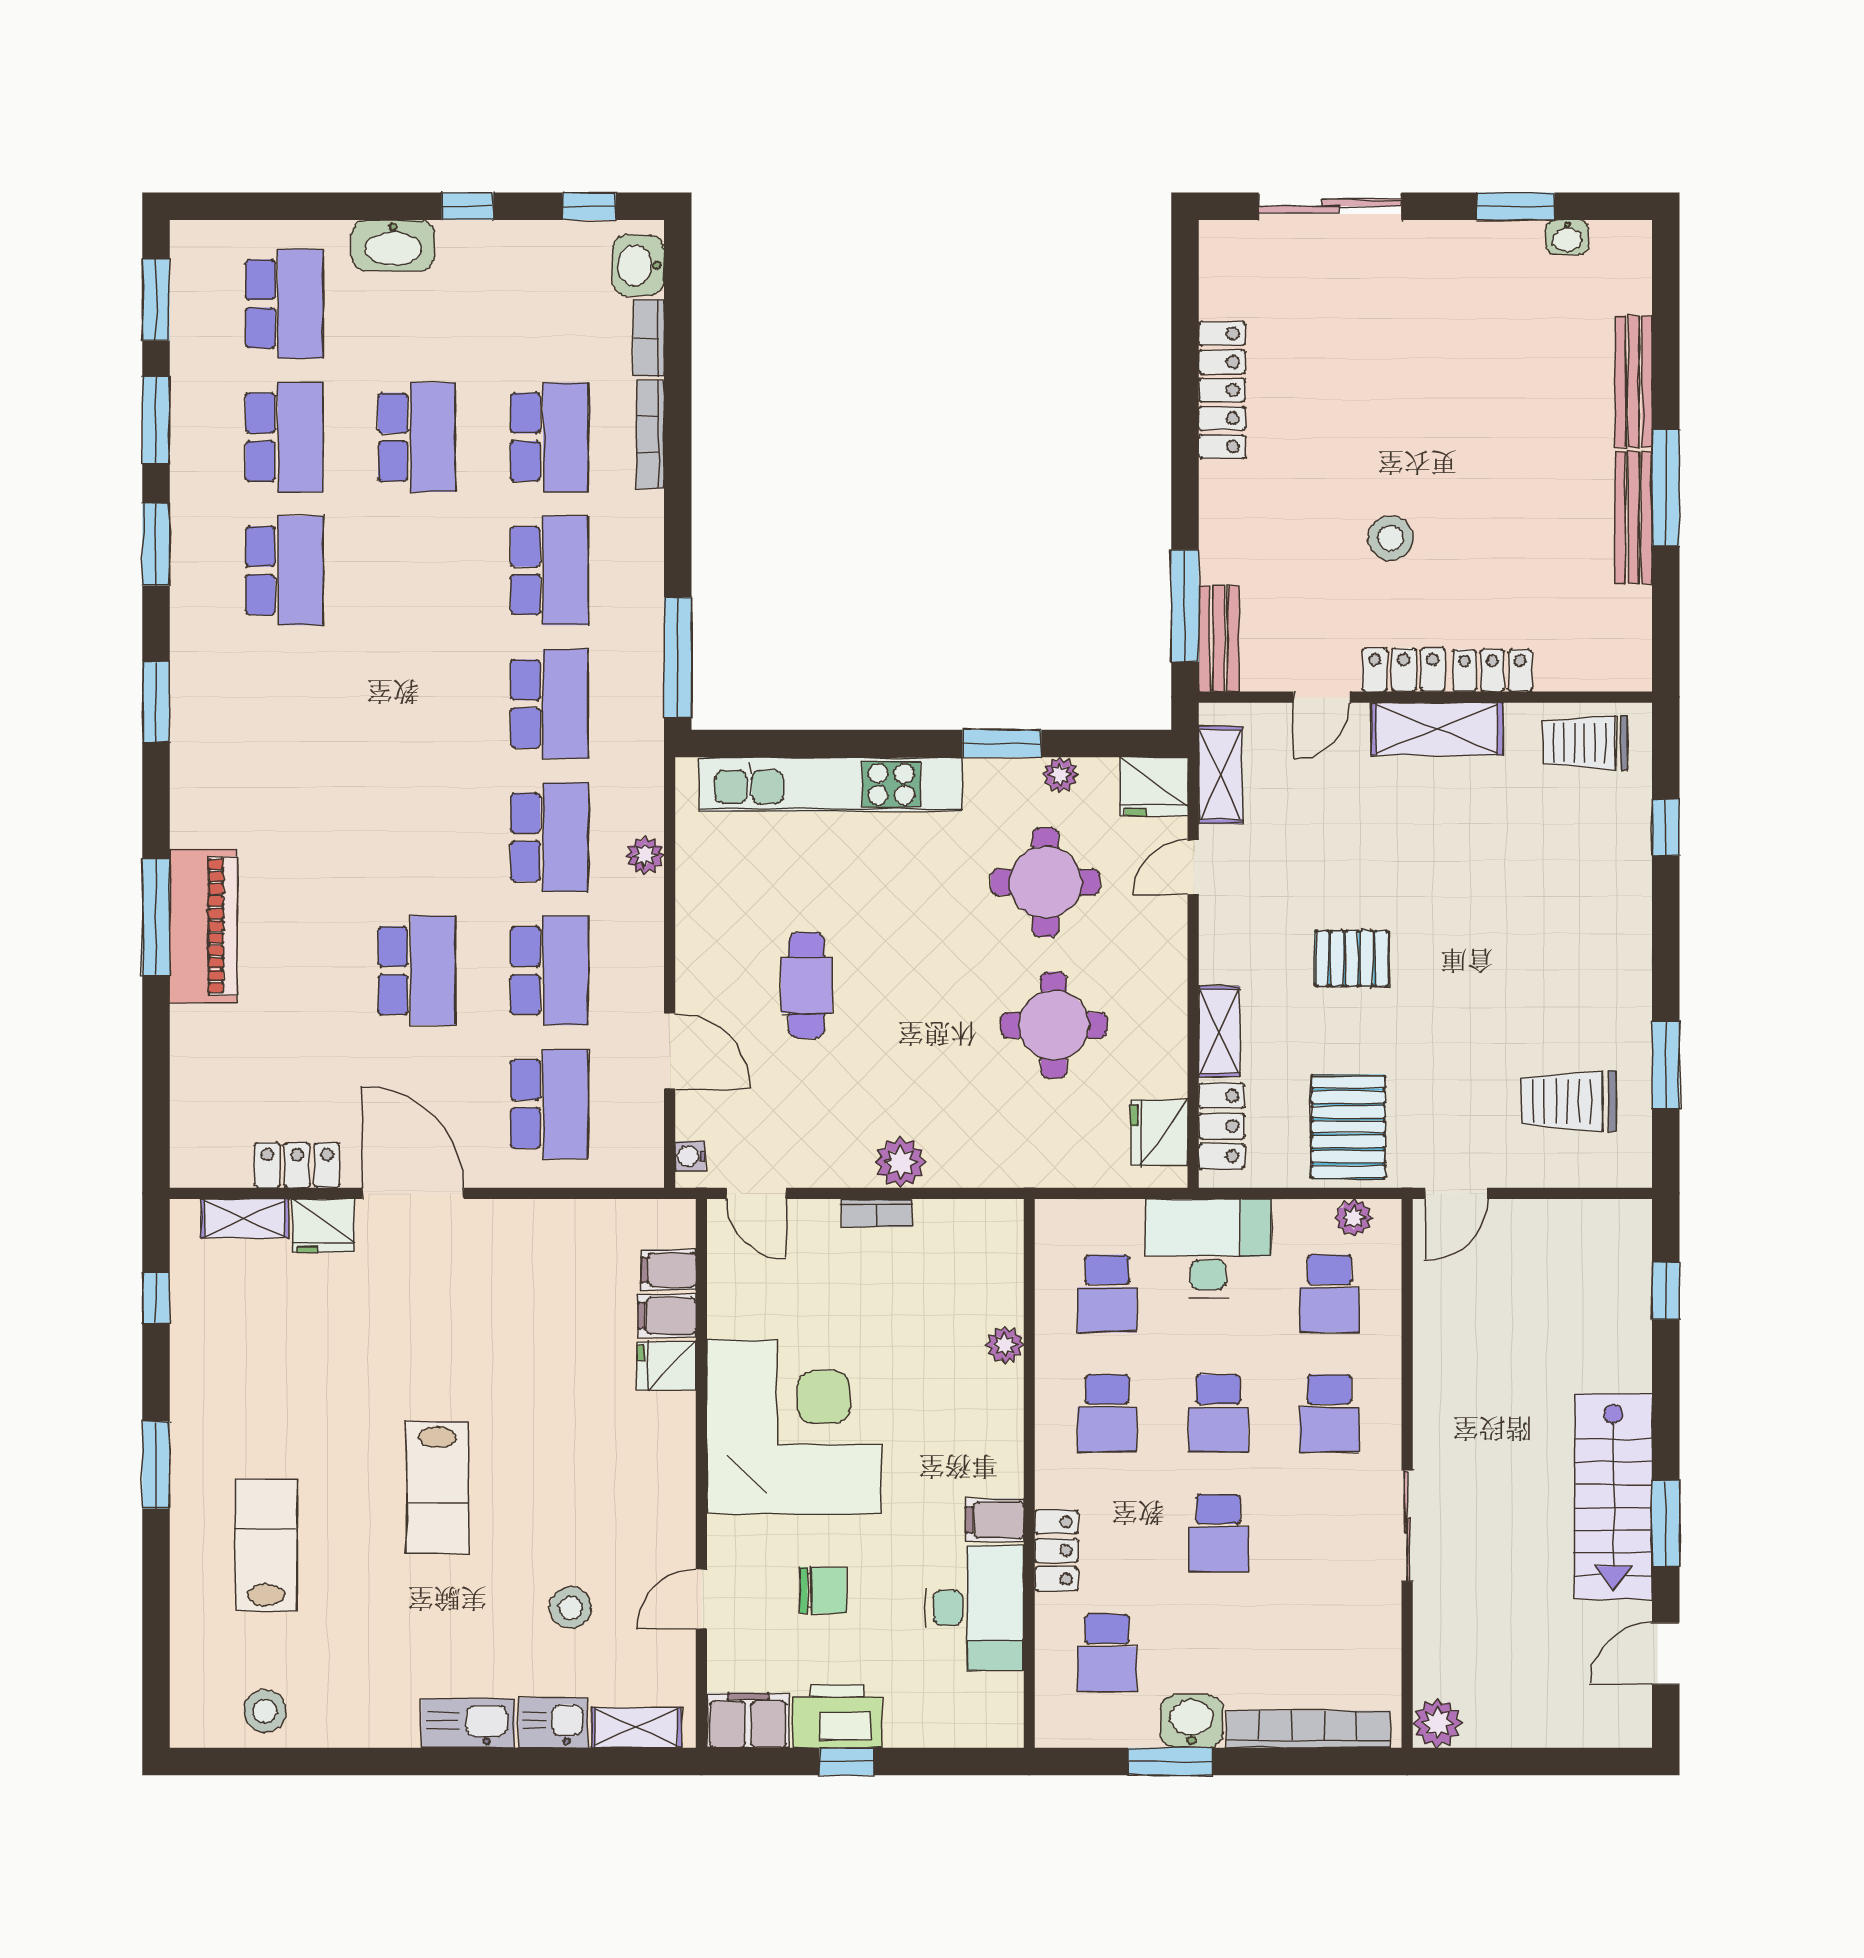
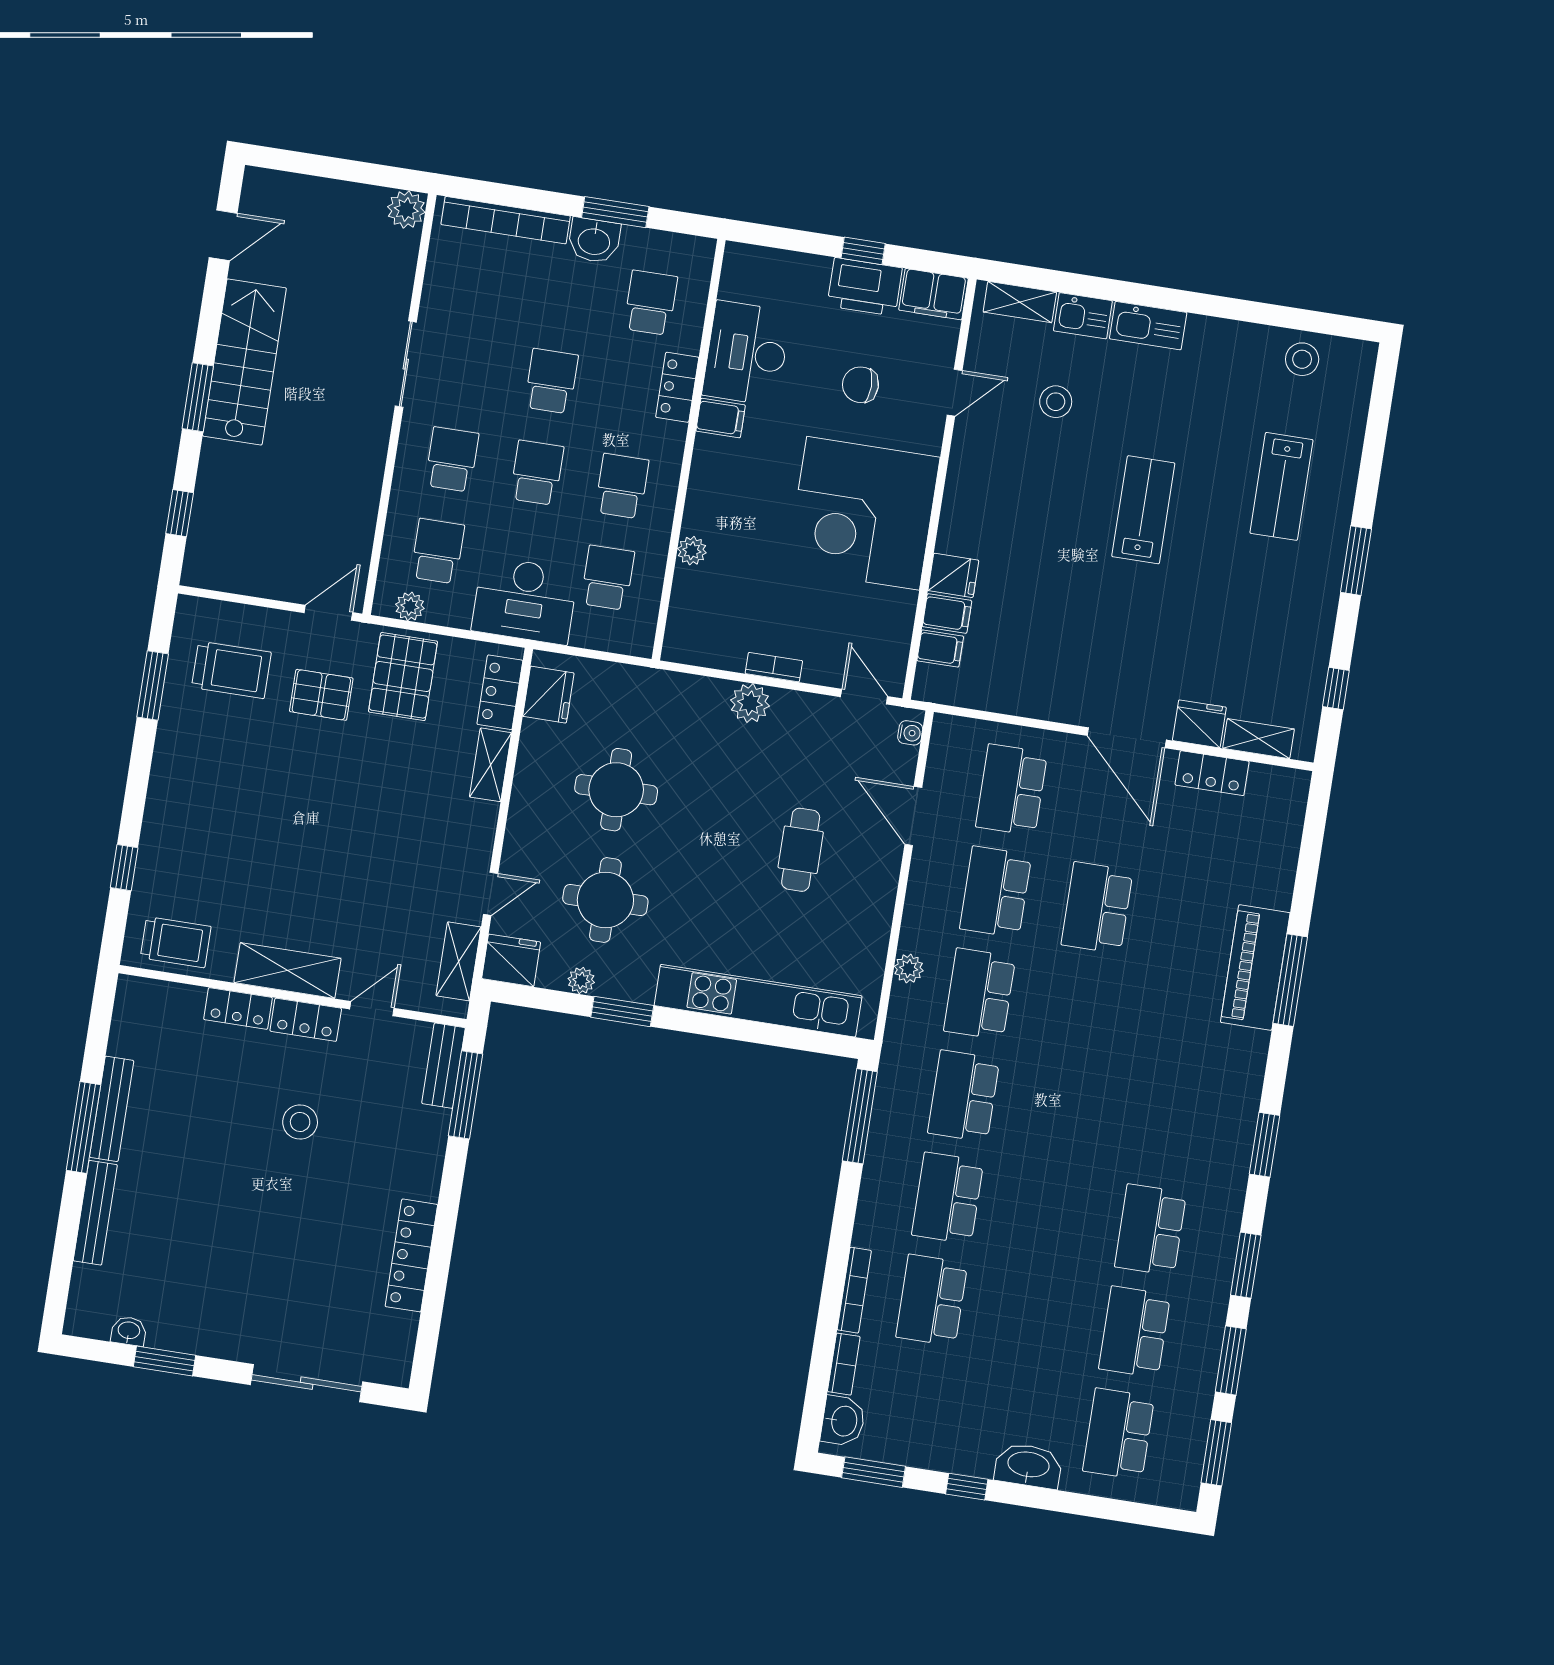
window: (589, 206) -> (874, 1472), width x1.50
school desk: (417, 437) -> (1033, 1316), removed
pallet: (1352, 959) -> (321, 695), moved
window: (1666, 1524) -> (198, 397), moved

